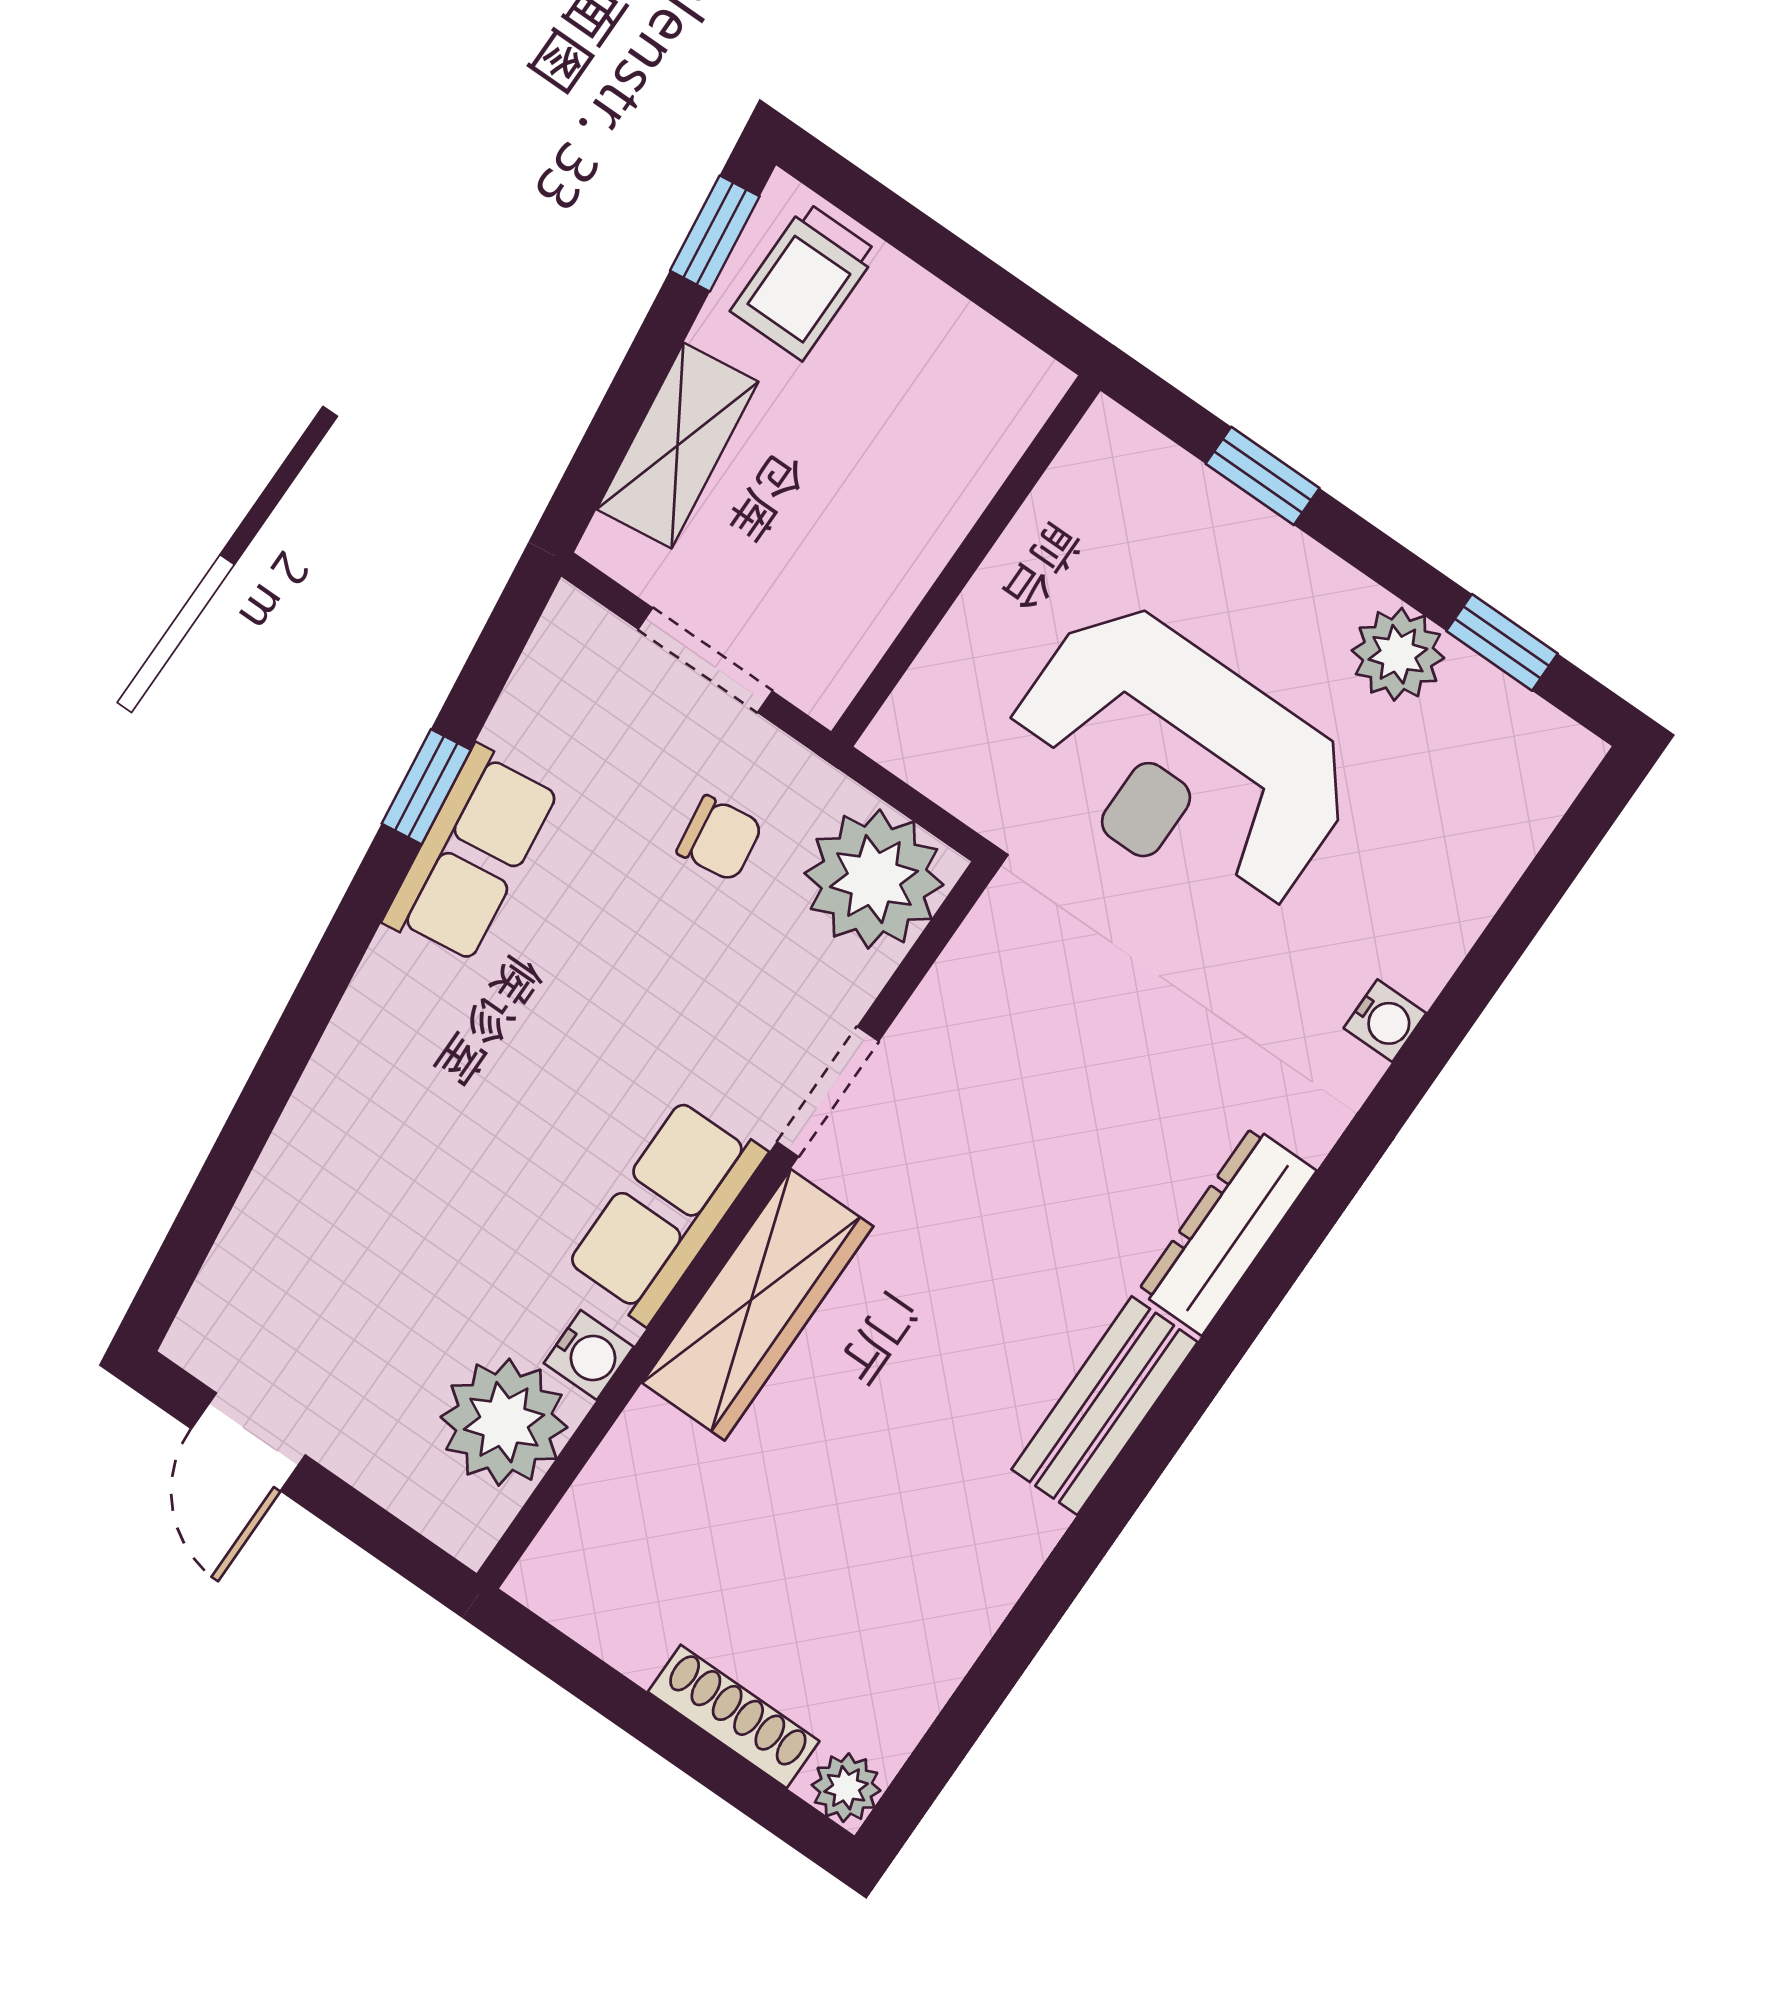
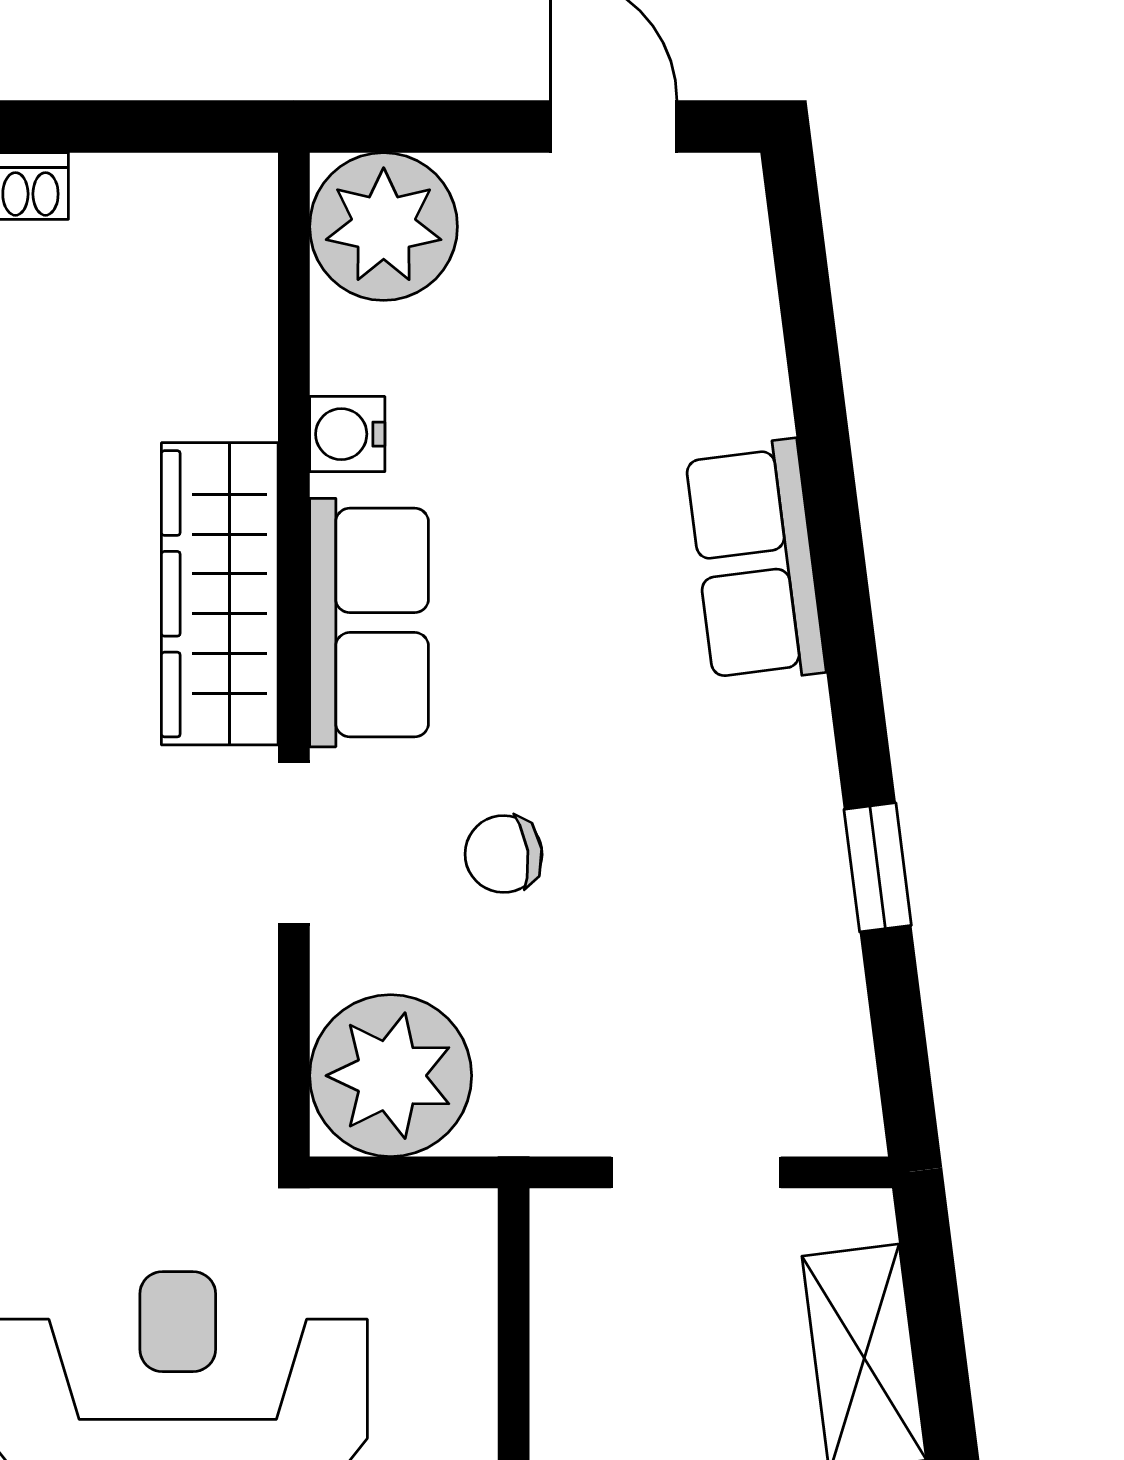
chair: (720, 838) -> (504, 854), moved
row of seats: (471, 855) -> (755, 562), moved
plant: (504, 1422) -> (384, 227), moved

